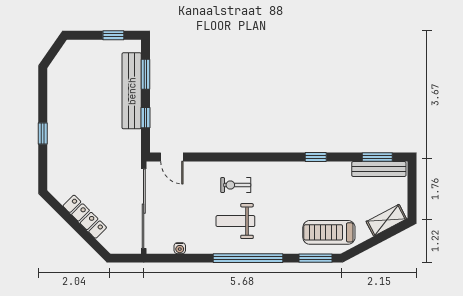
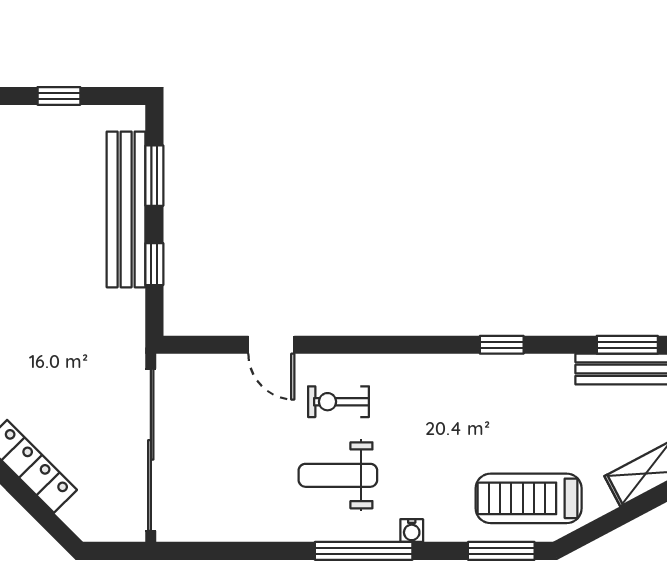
window: (113, 35) -> (59, 96), moved
door: (172, 157) -> (271, 345), moved
water cooler: (180, 248) -> (412, 531), moved
window: (248, 258) -> (364, 551), width x0.68

